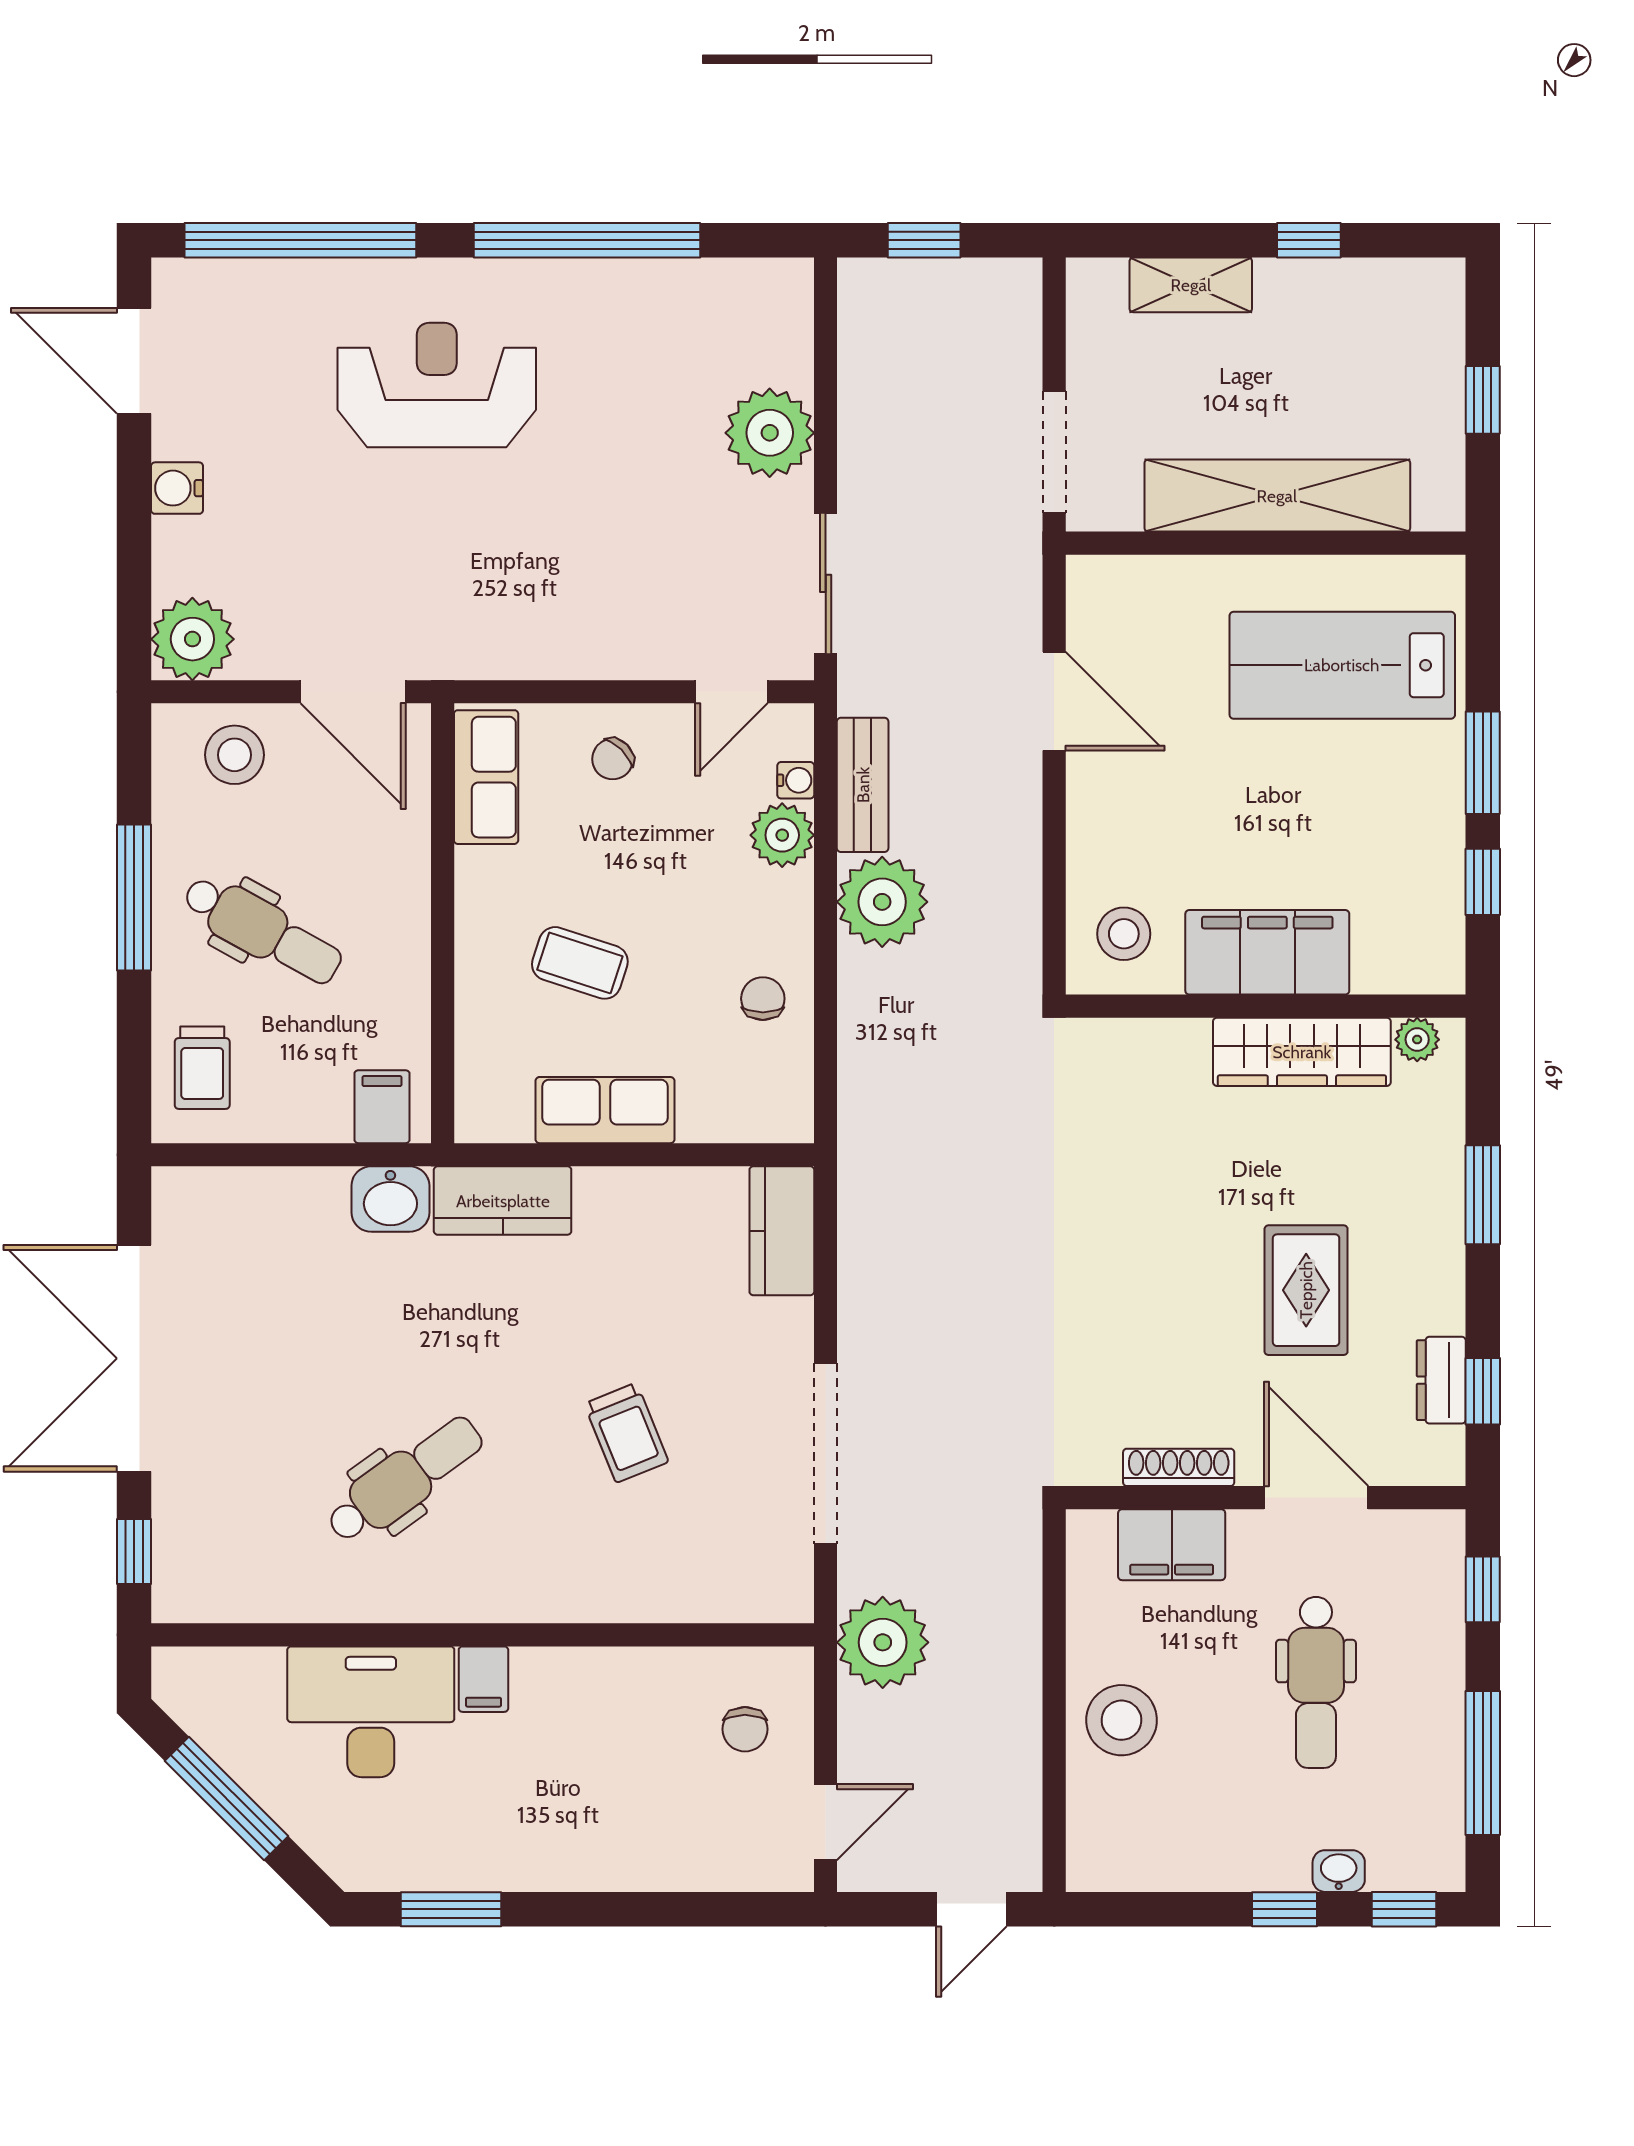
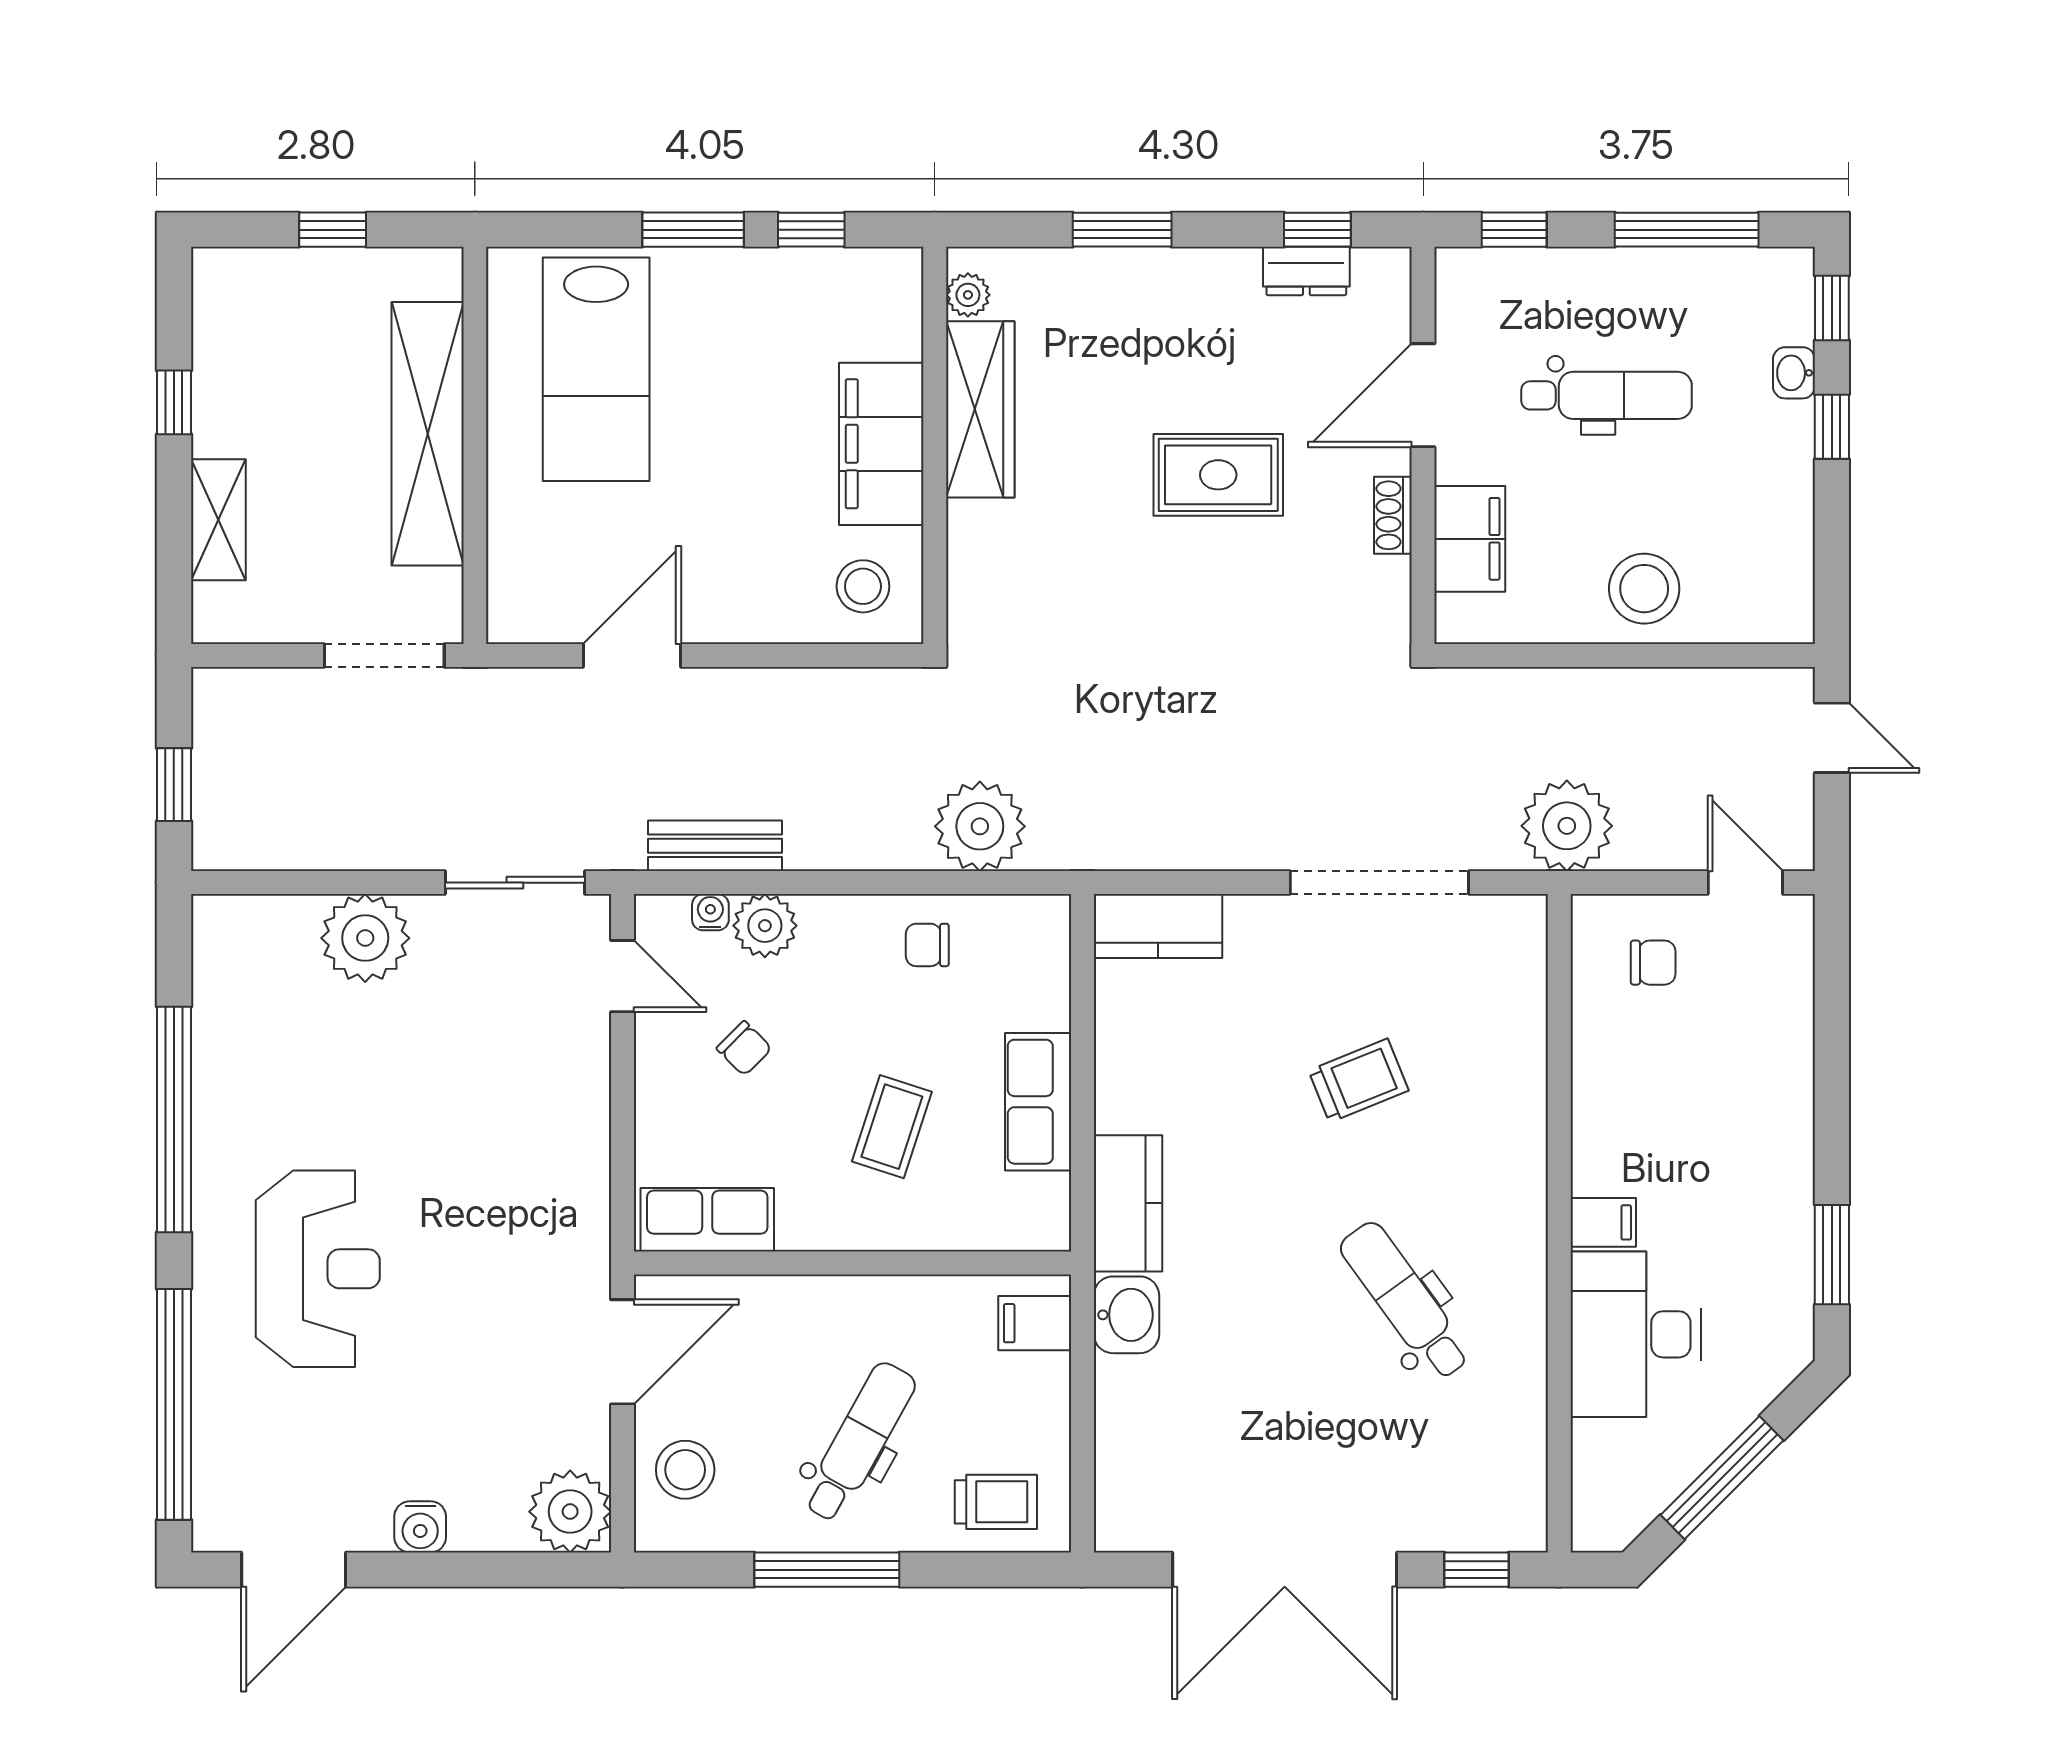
reception desk: (437, 385) -> (318, 1269), turned 180
chair: (613, 759) -> (744, 1048), moved
plant: (882, 902) -> (980, 826), moved
rug: (1306, 1290) -> (1218, 475), moved
shoe rack: (1179, 1467) -> (1393, 515), width x0.70

